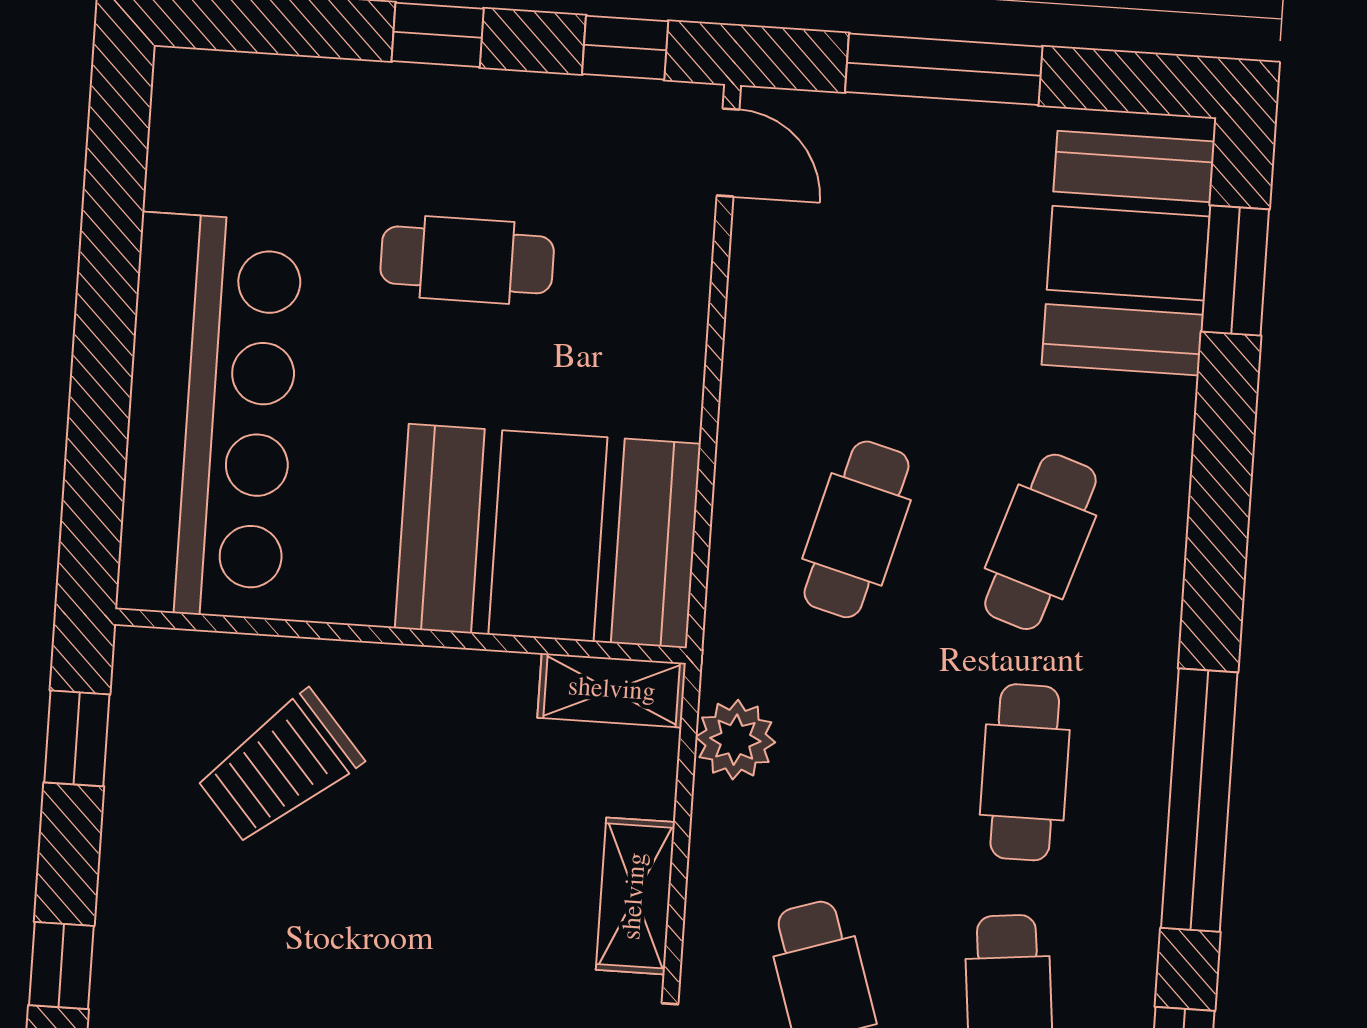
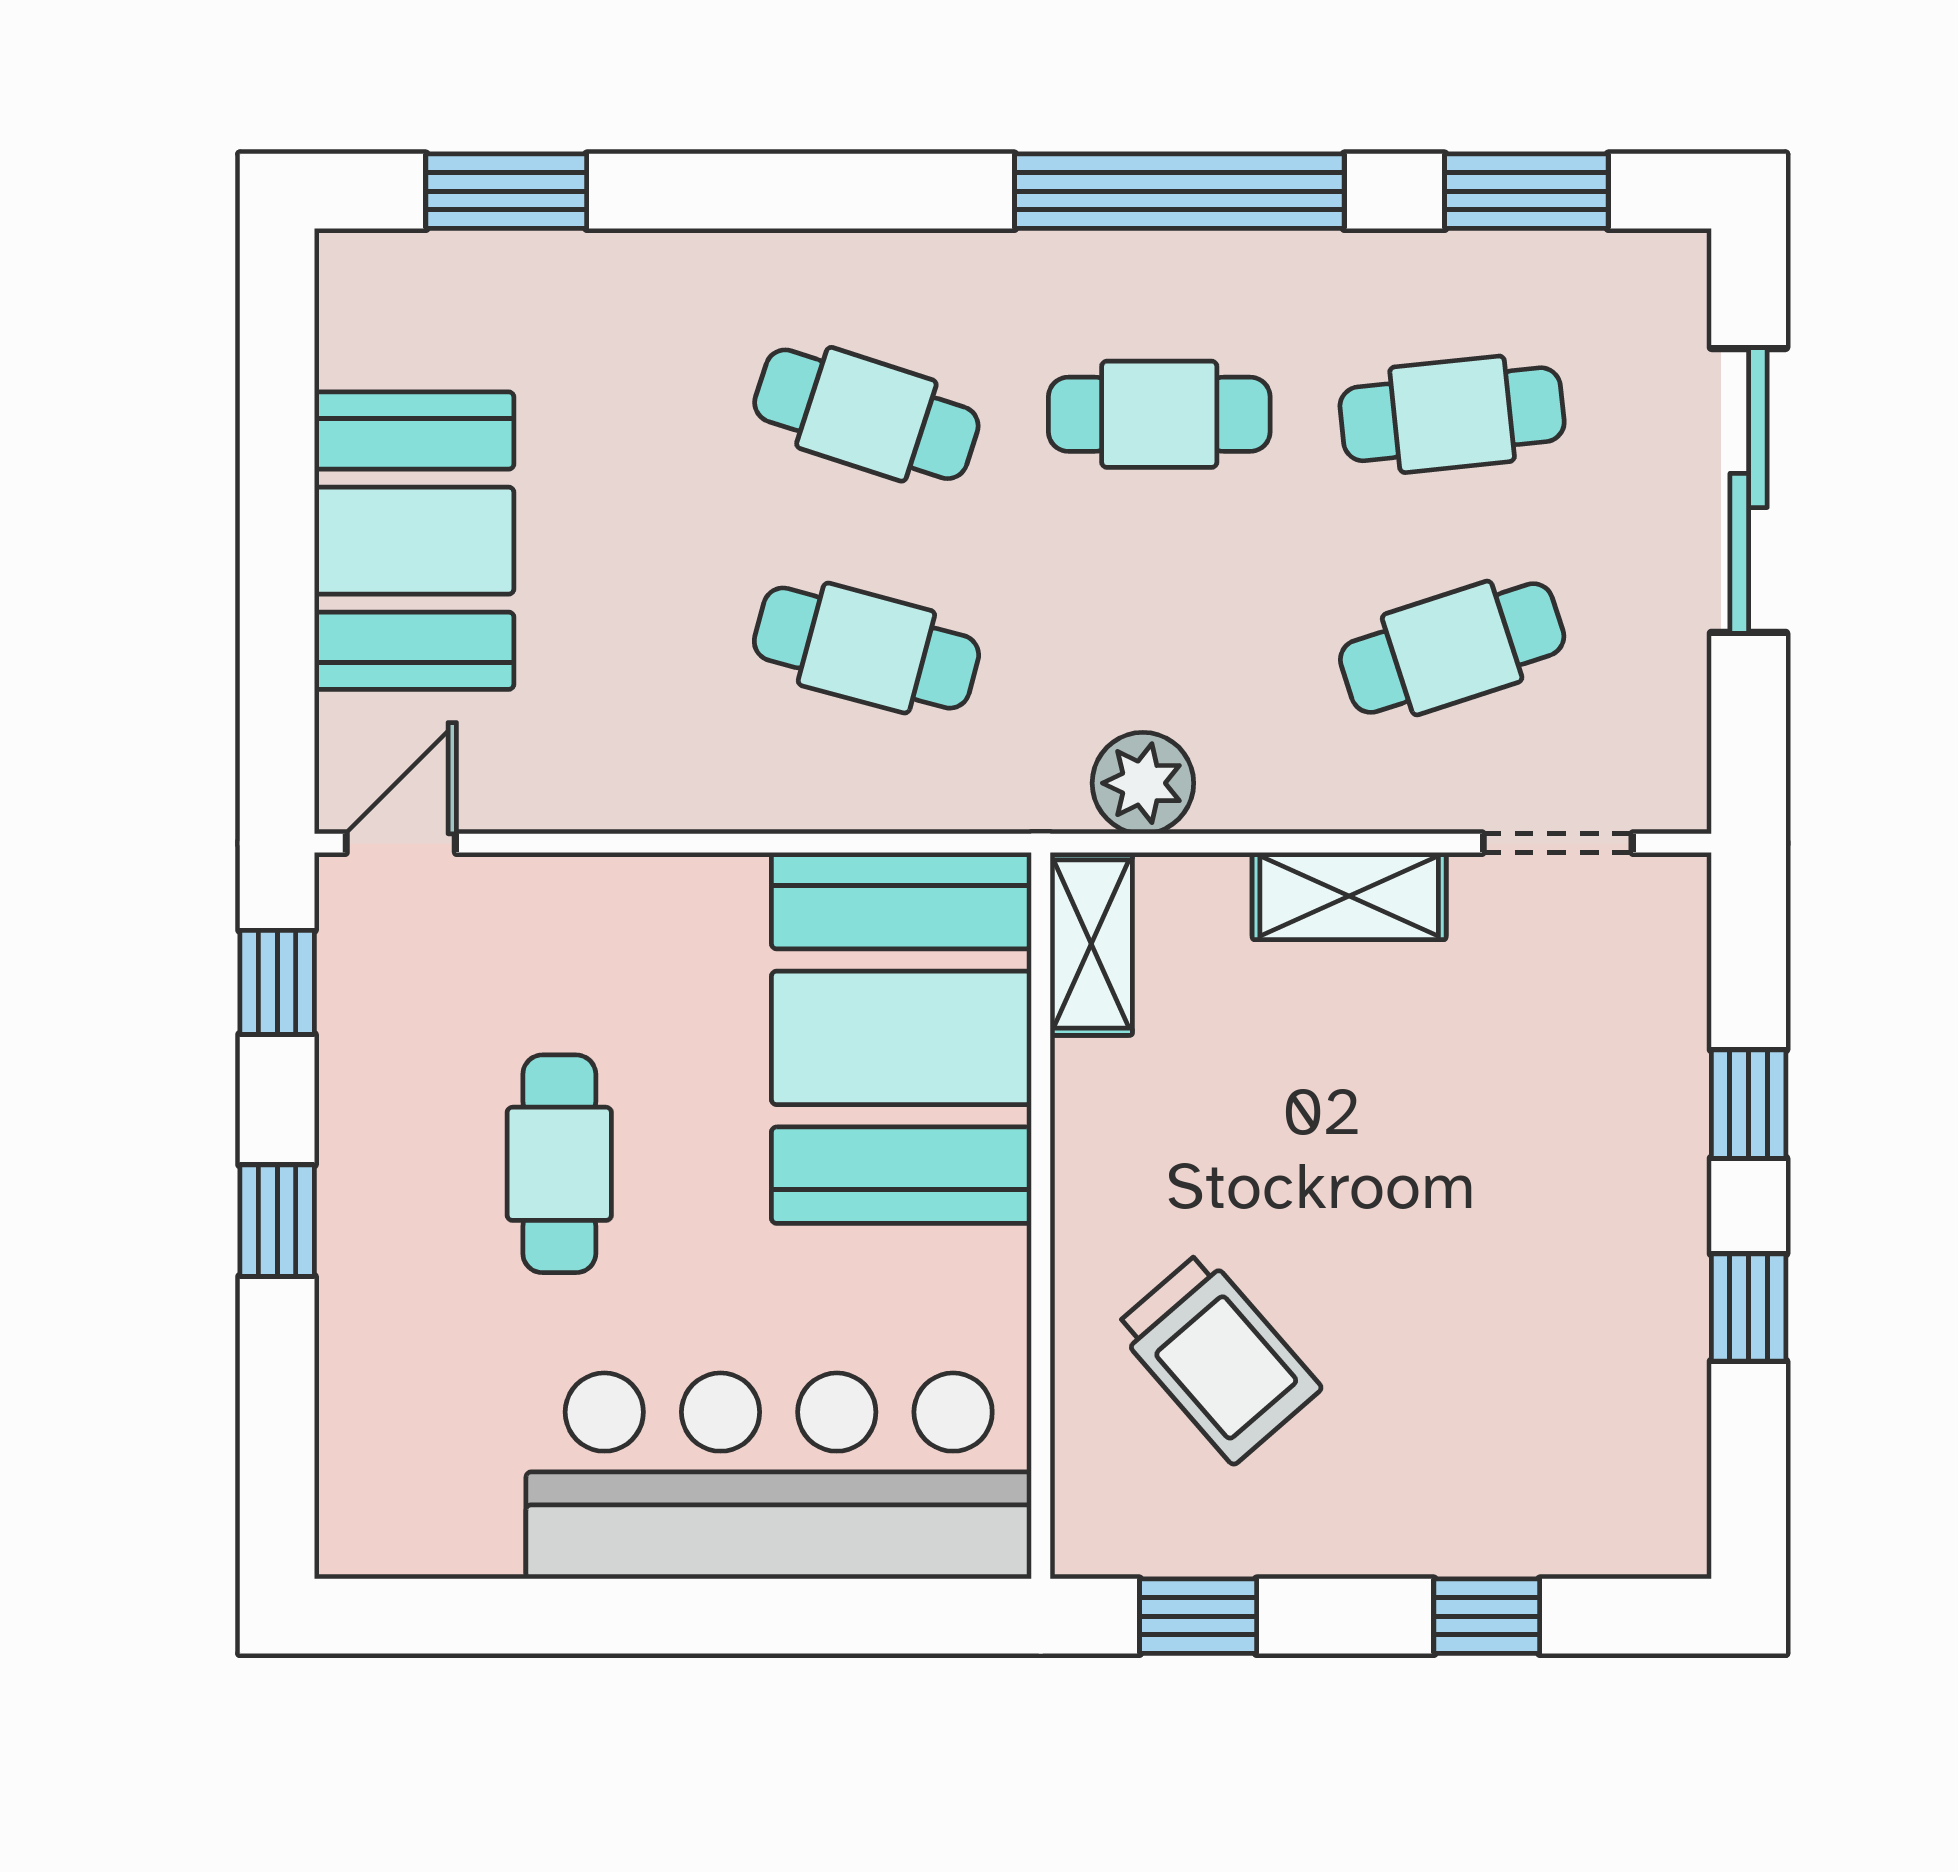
window: (944, 69) -> (277, 577), removed
booth: (1128, 253) -> (414, 541), moved, turned 90

